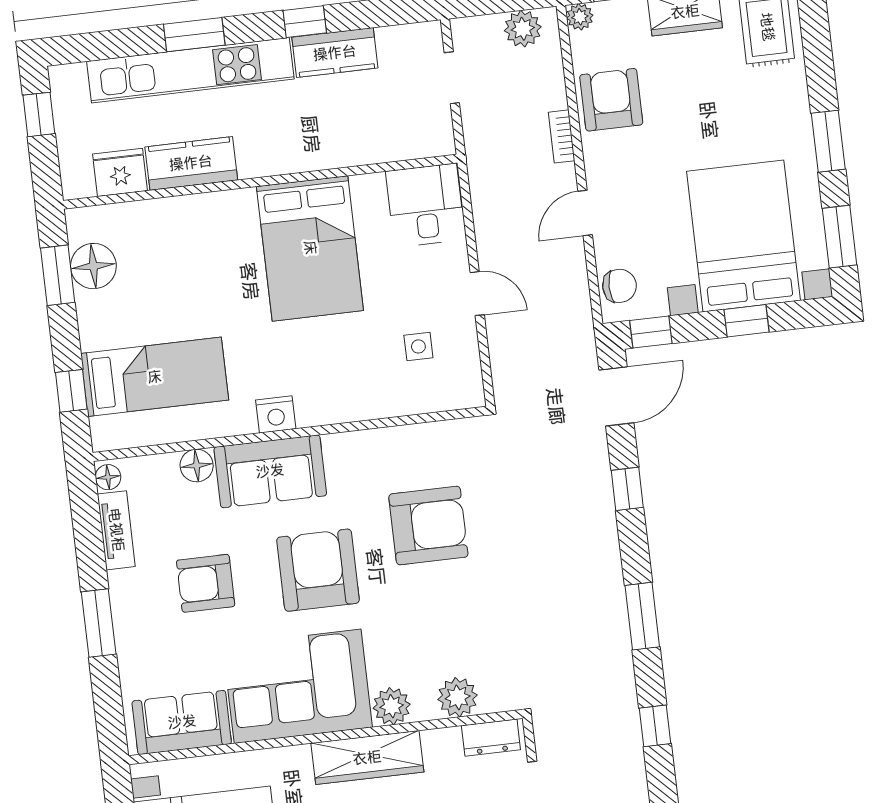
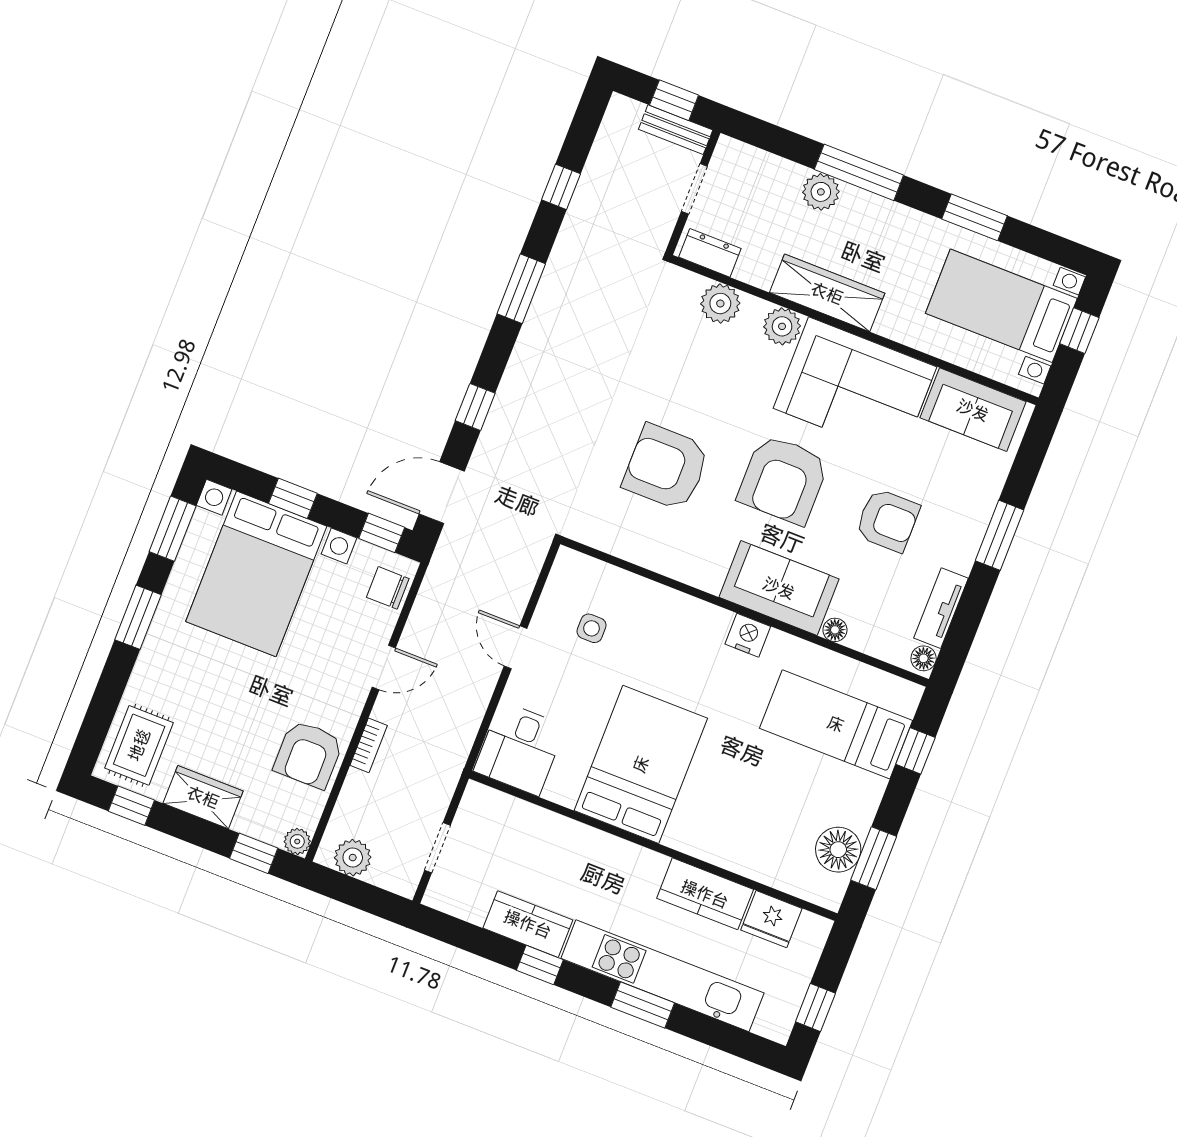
floor lamp: (197, 466) -> (835, 630), width x0.73, depth x0.73

